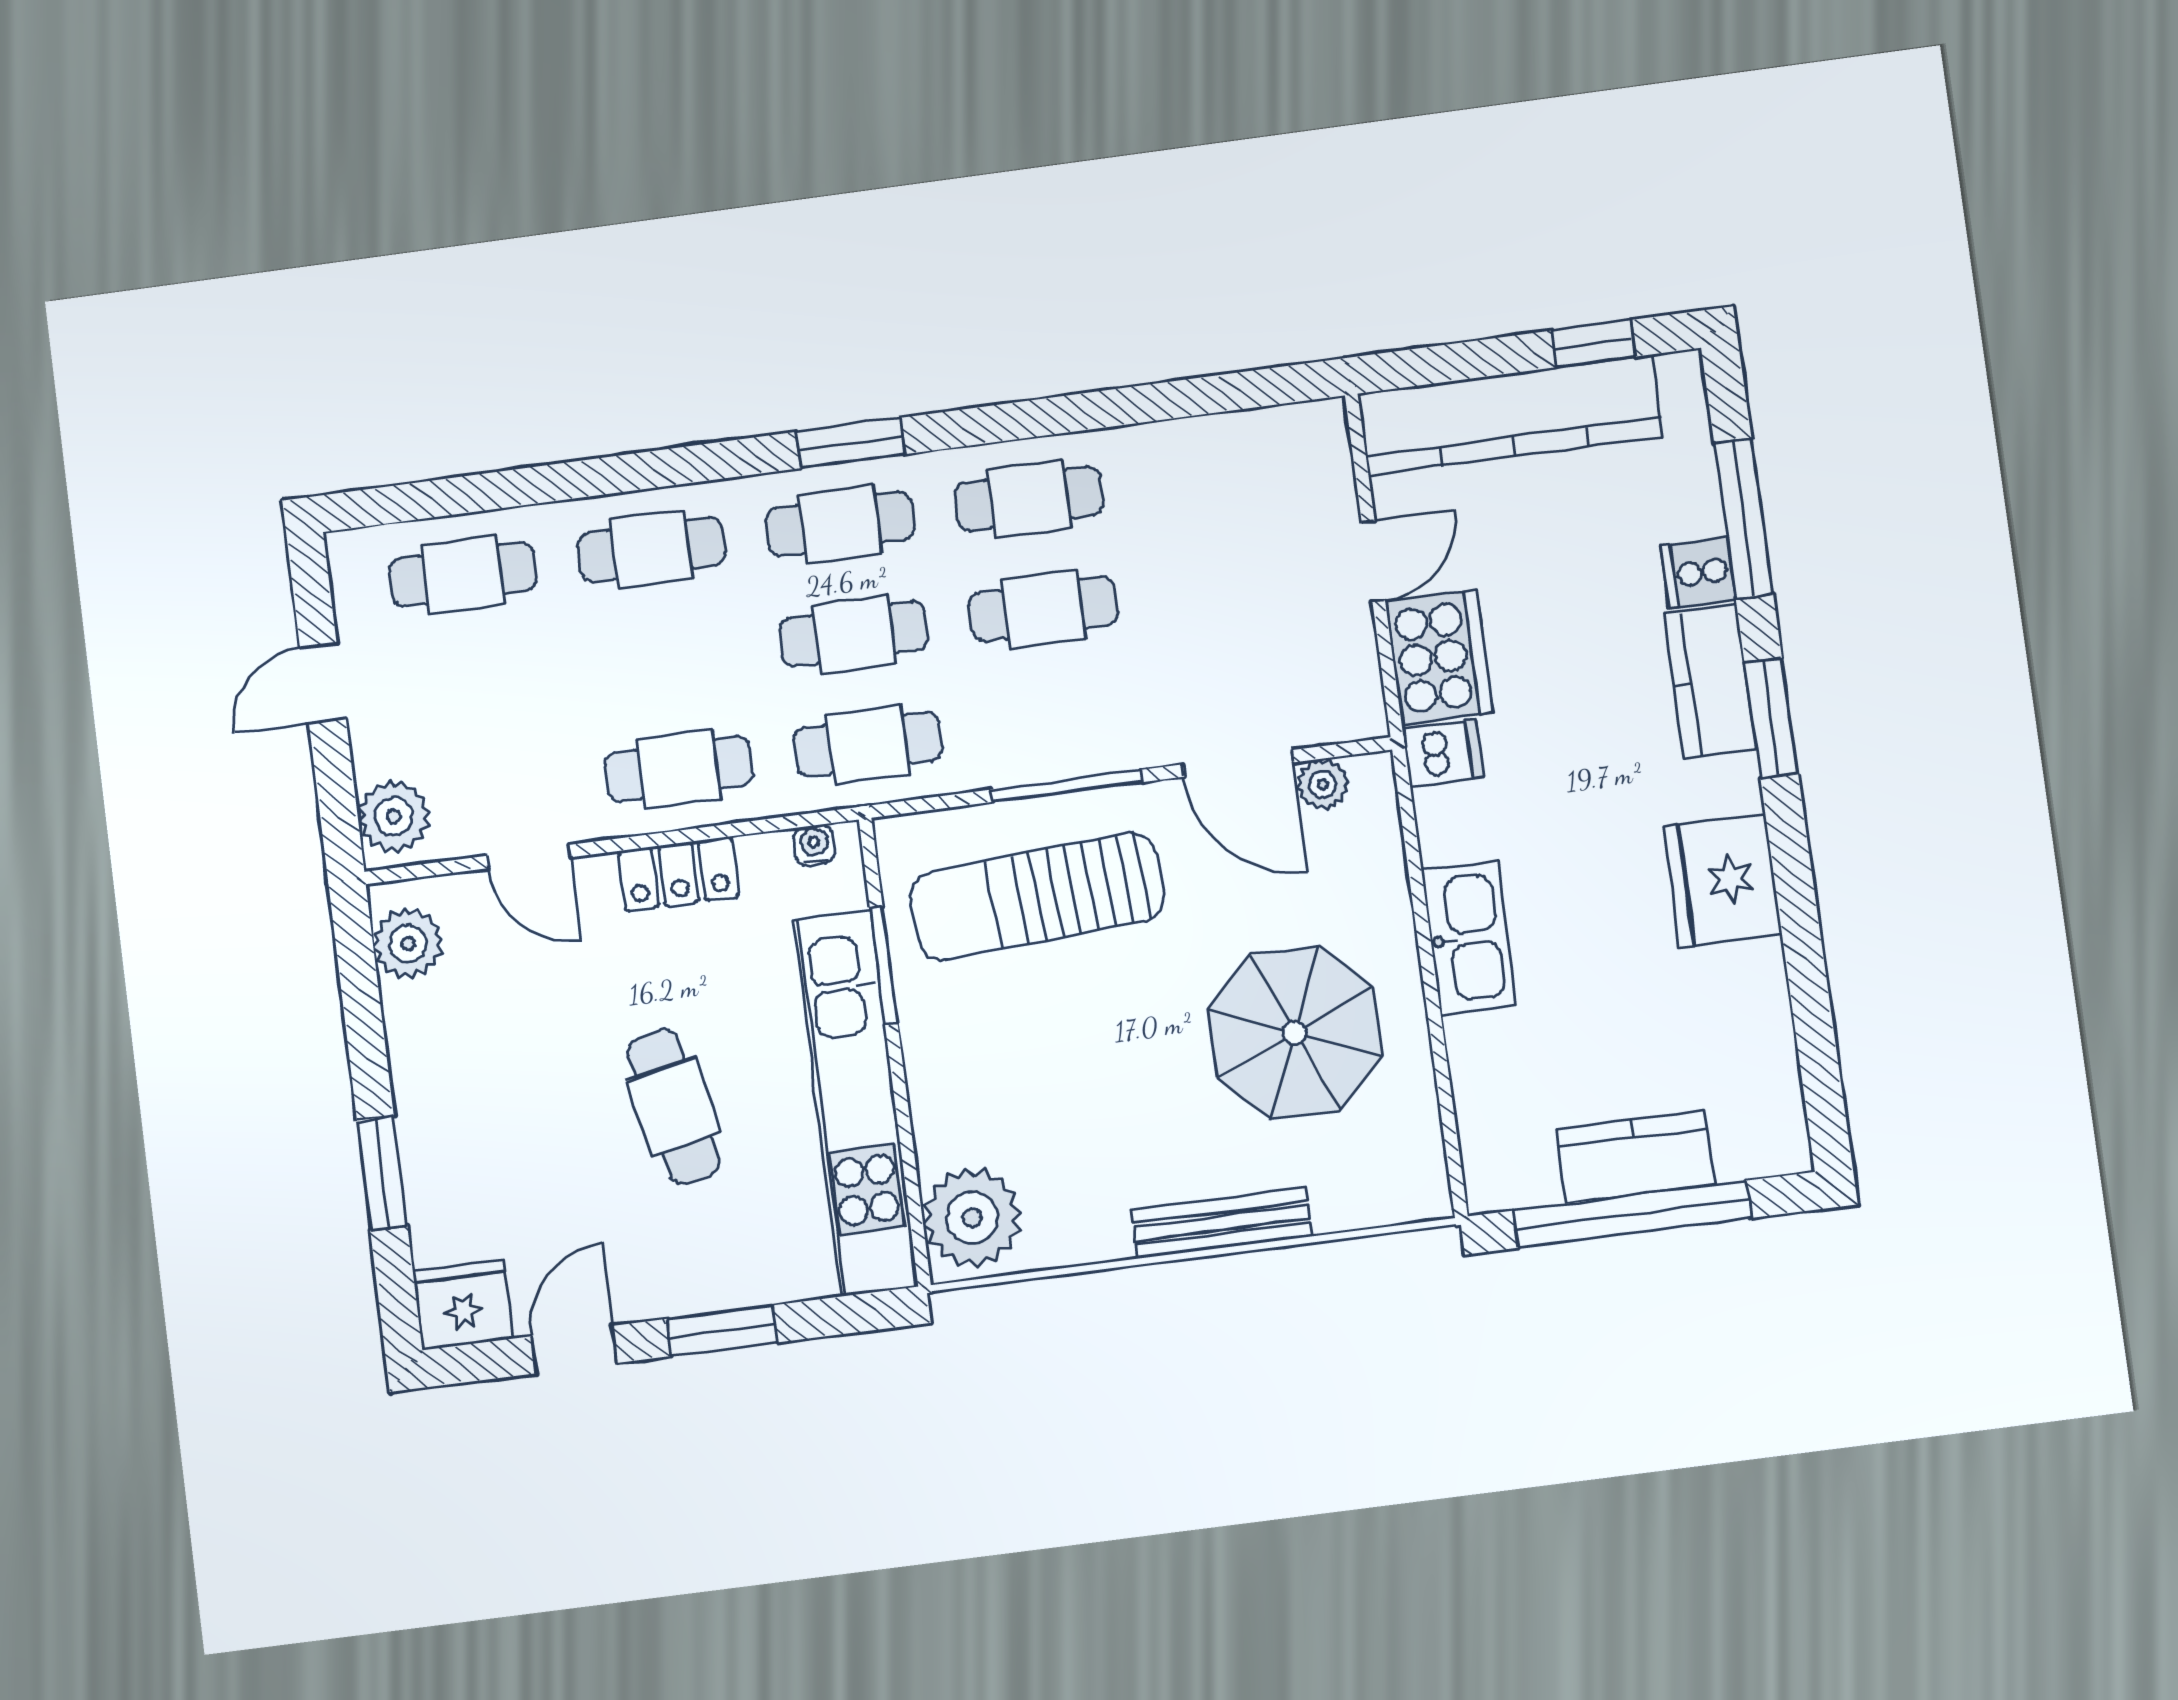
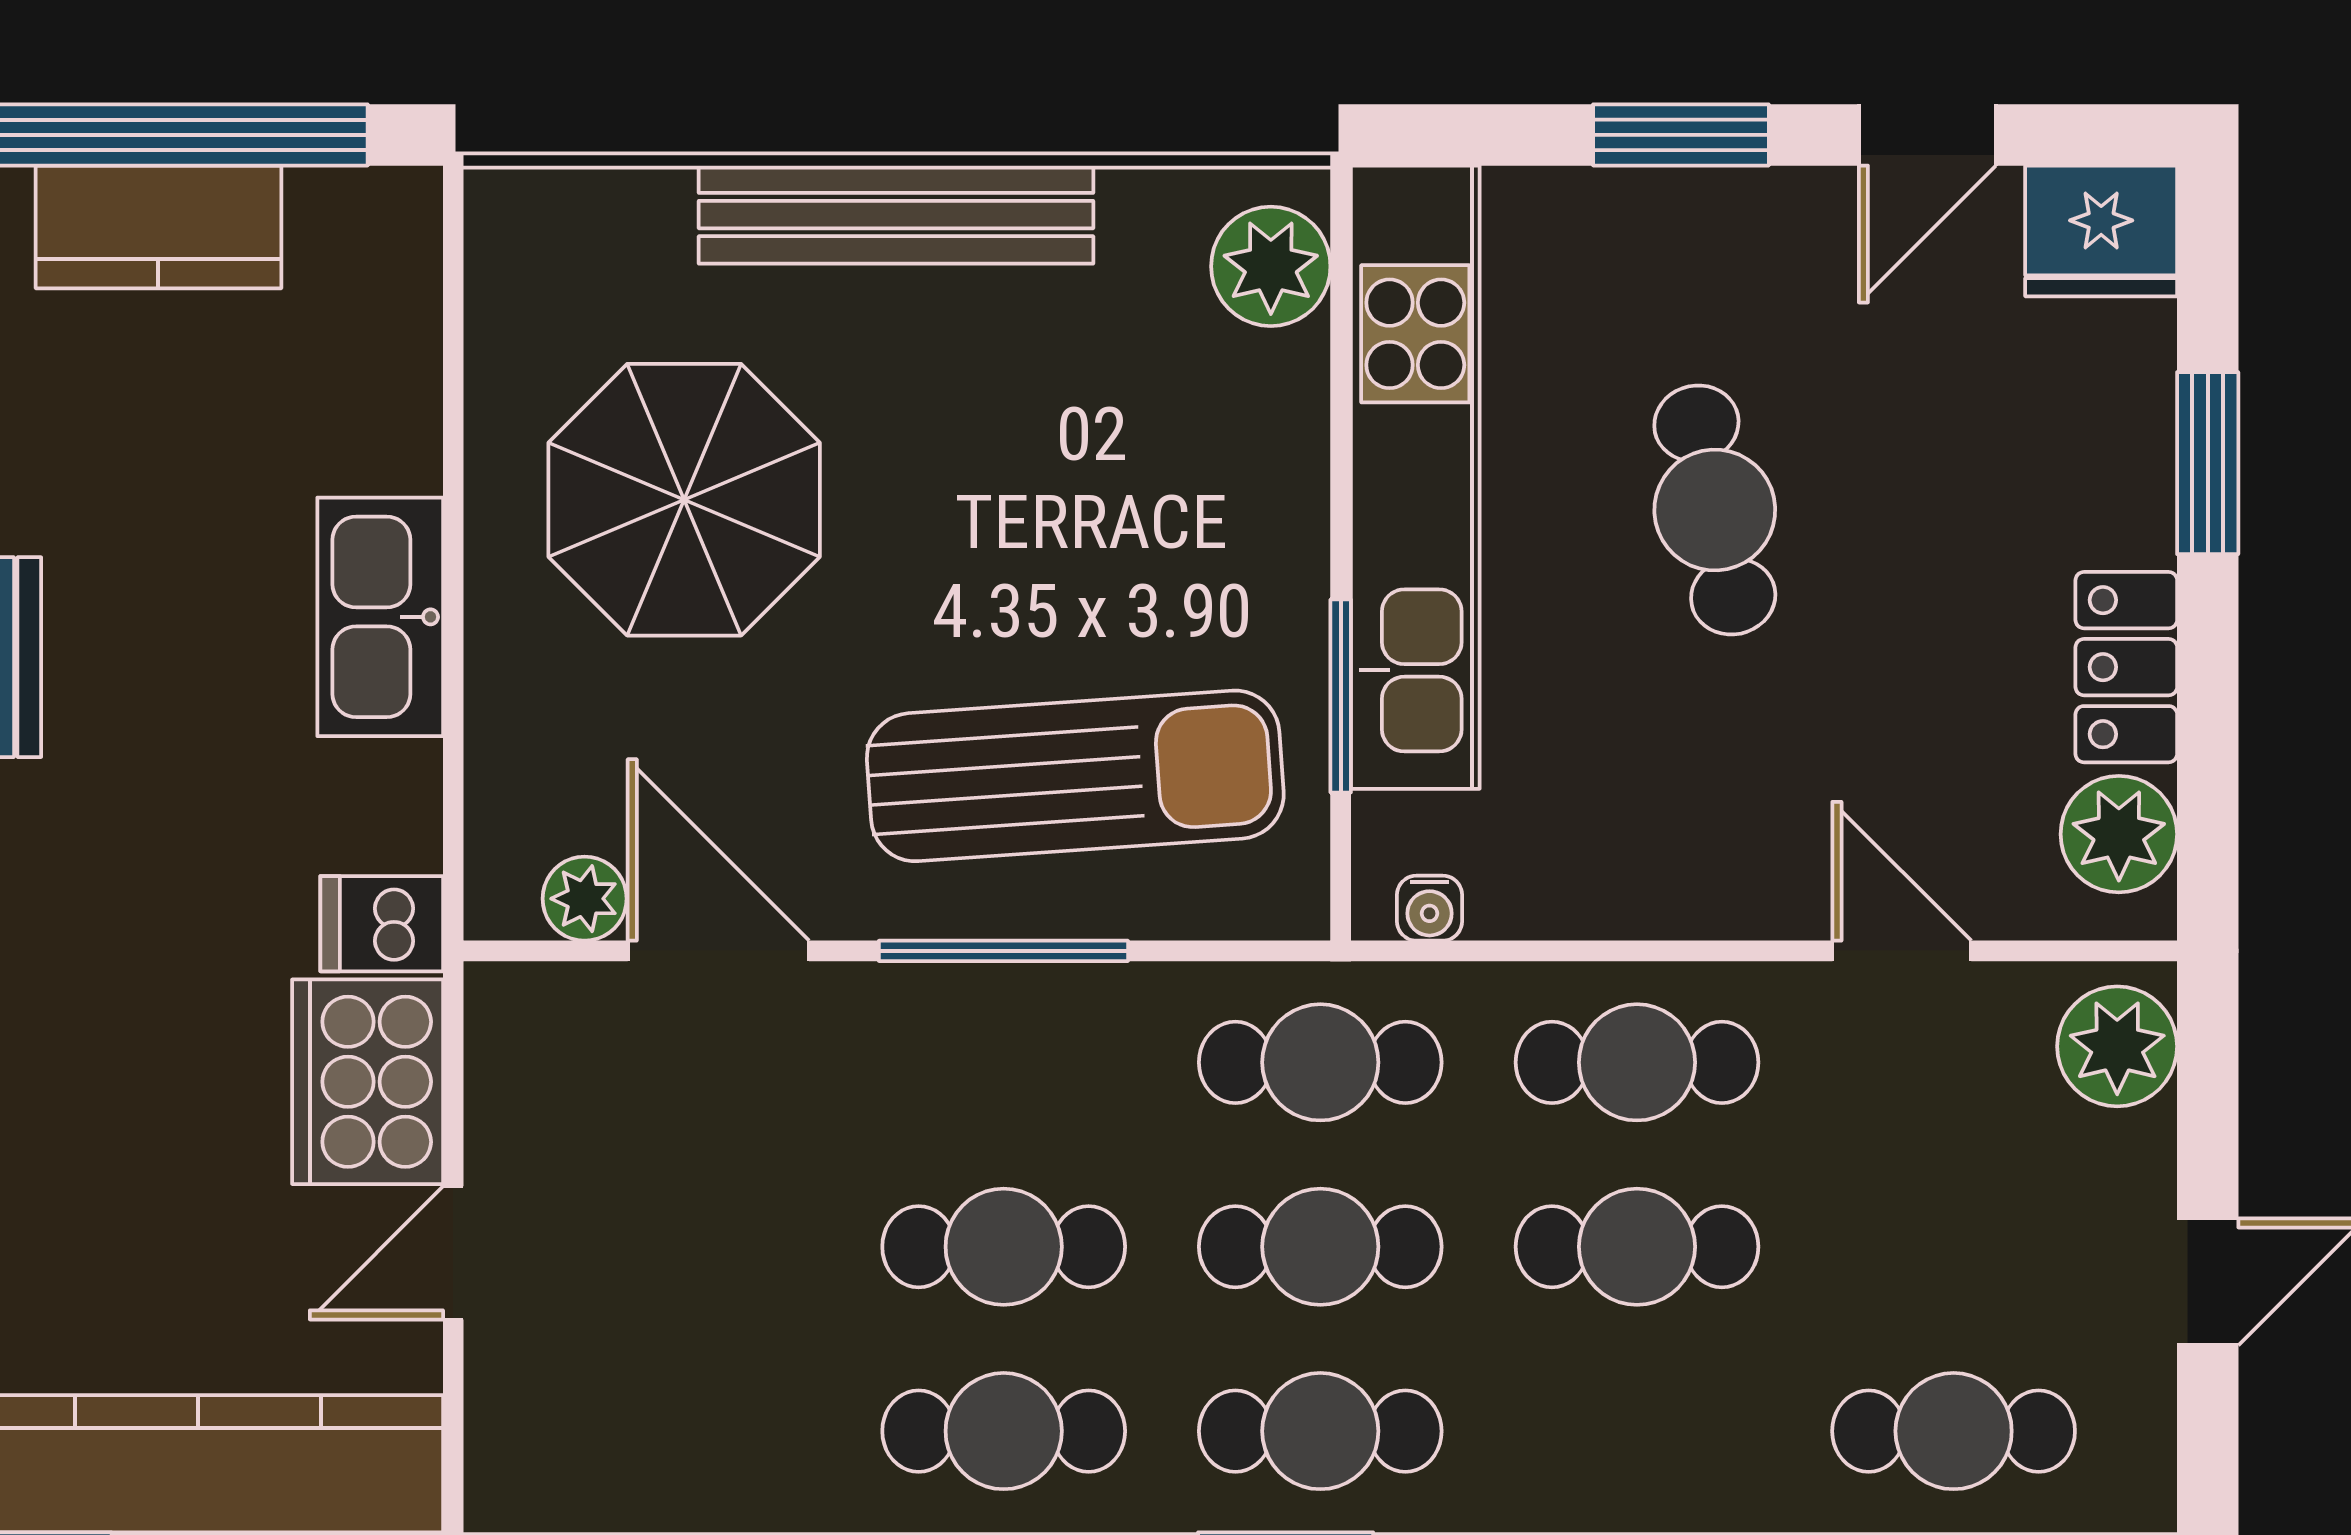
cafe table: (651, 549) -> (1637, 1247), moved
locker: (678, 874) -> (2126, 667), moved, turned -90
plant: (972, 1218) -> (1271, 266), width x0.73, depth x0.73
bench: (1222, 1223) -> (896, 215), width x1.37, depth x1.21

